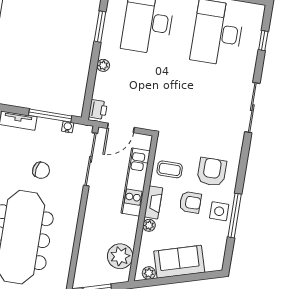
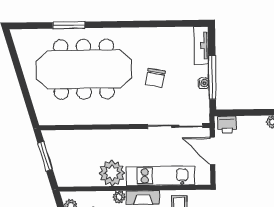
water cooler: (68, 127) -> (204, 83), moved
plant: (120, 256) -> (112, 173), moved

